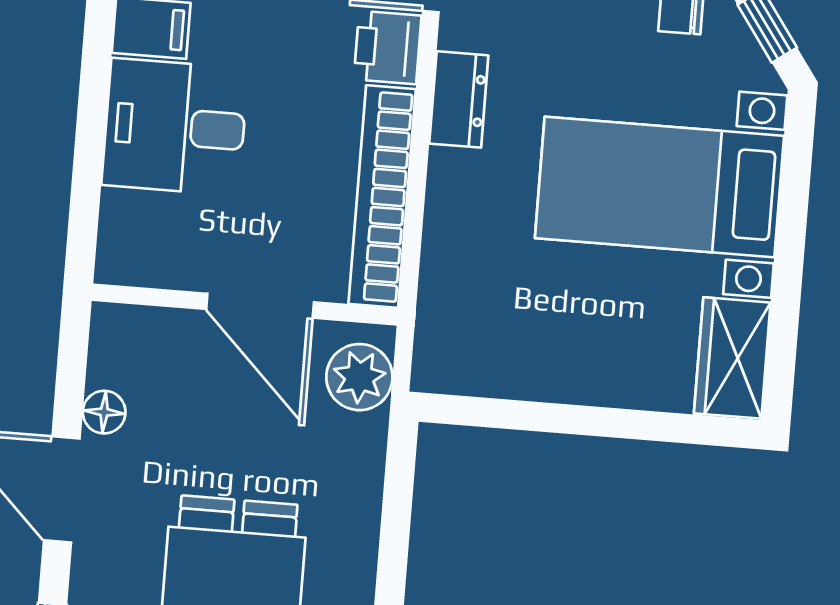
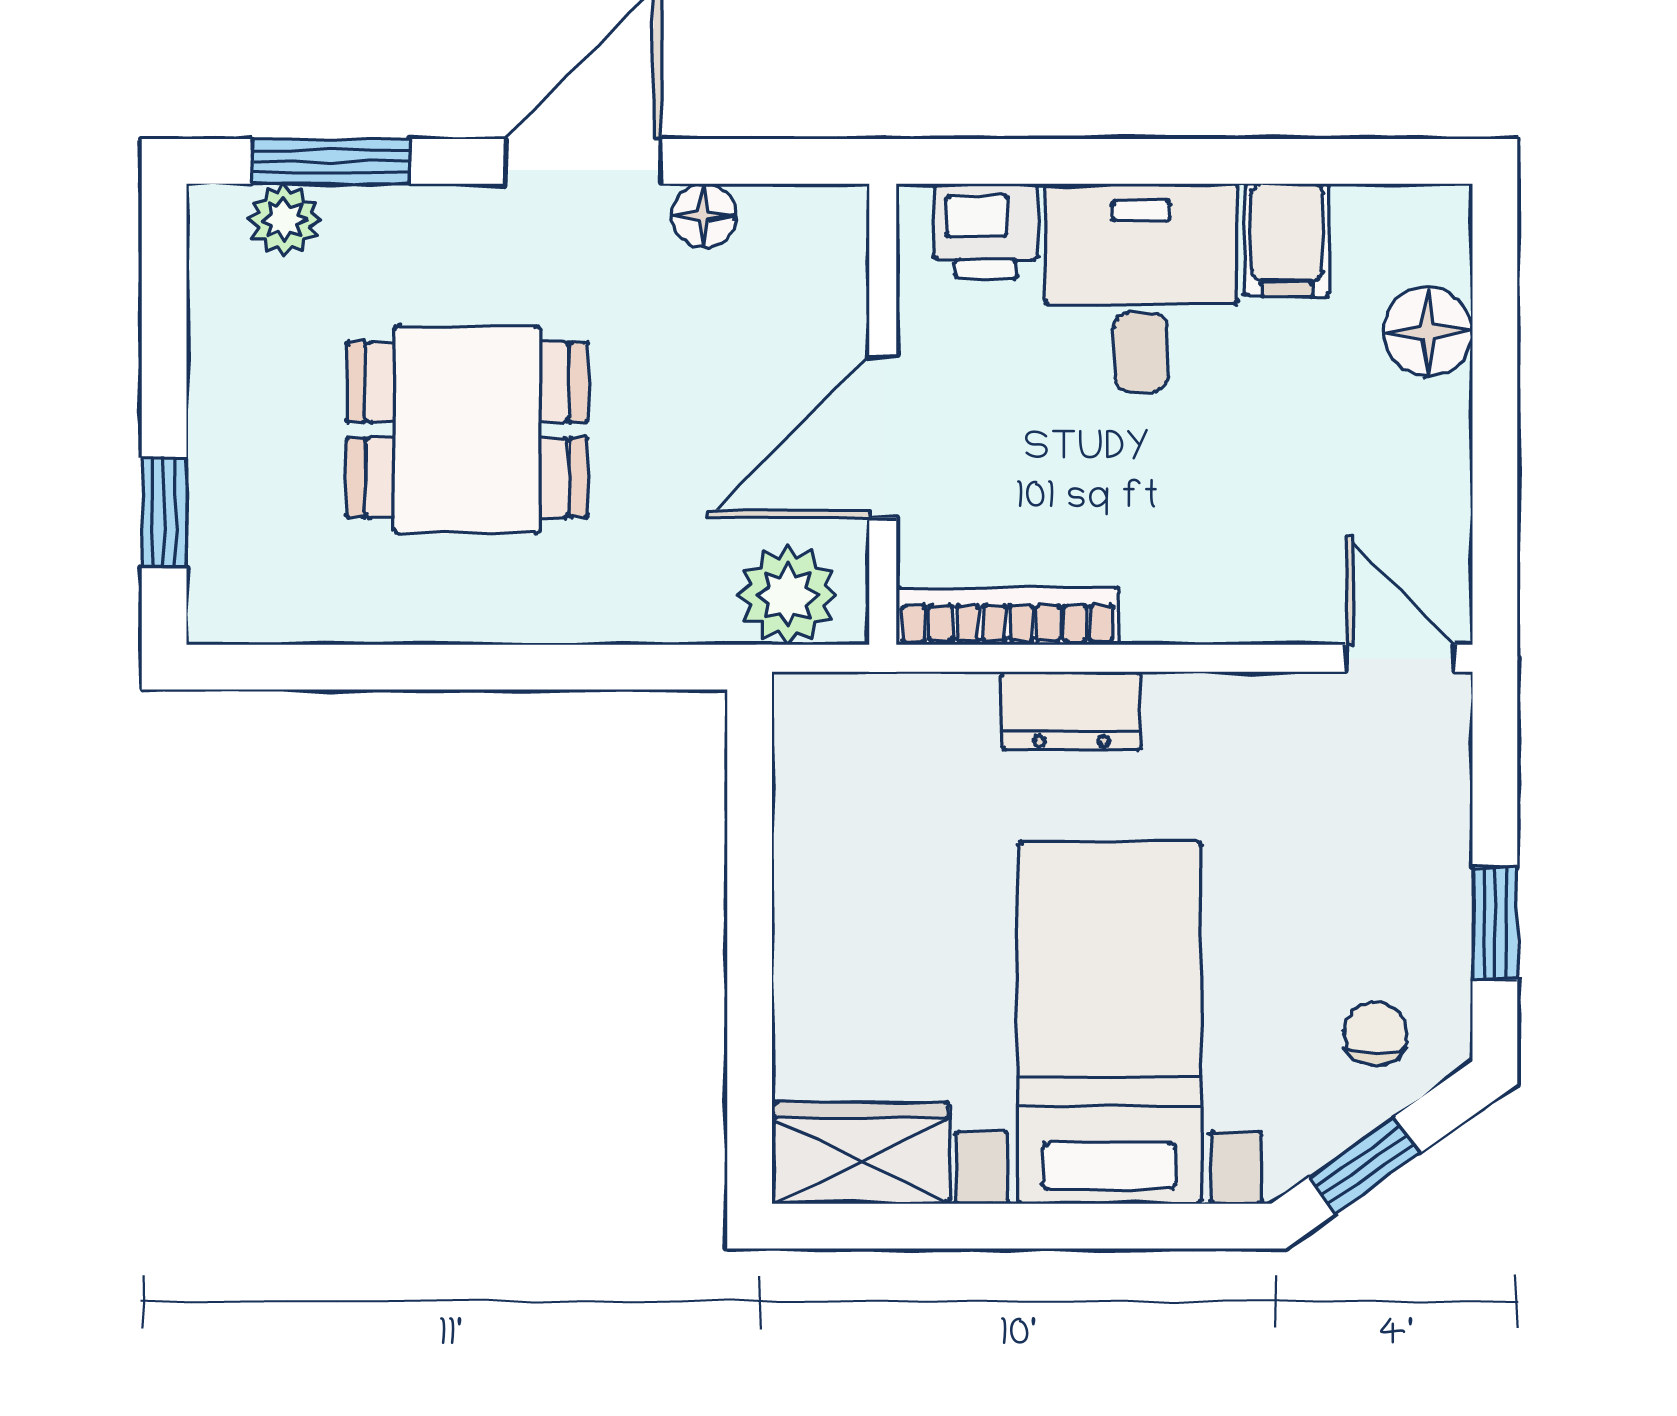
printer: (388, 48) -> (986, 231), moved, turned 180
dresser: (459, 99) -> (1072, 711), moved
bookcase: (382, 197) -> (1008, 616), width x0.68, depth x0.76

